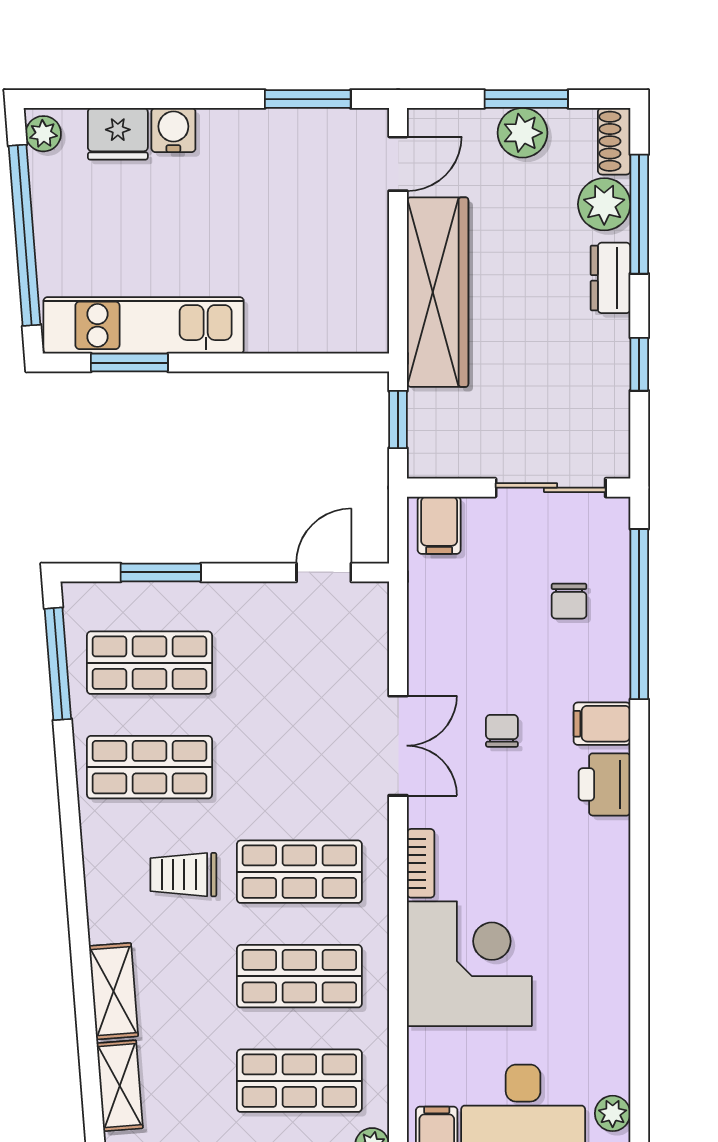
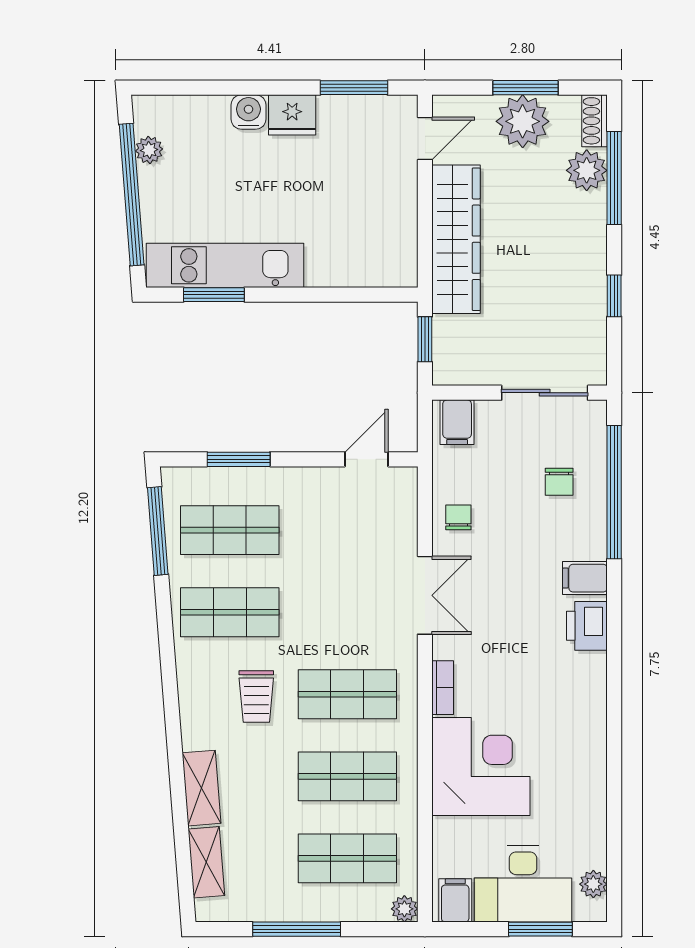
plant: (522, 133) -> (523, 121), width x1.36, depth x1.36
plant: (43, 134) -> (149, 150), moved
fridge: (118, 134) -> (292, 115), moved
dresser: (610, 278) -> (592, 228), removed
chair: (502, 731) -> (458, 517), moved
trolley: (183, 875) -> (256, 697), turned -90

